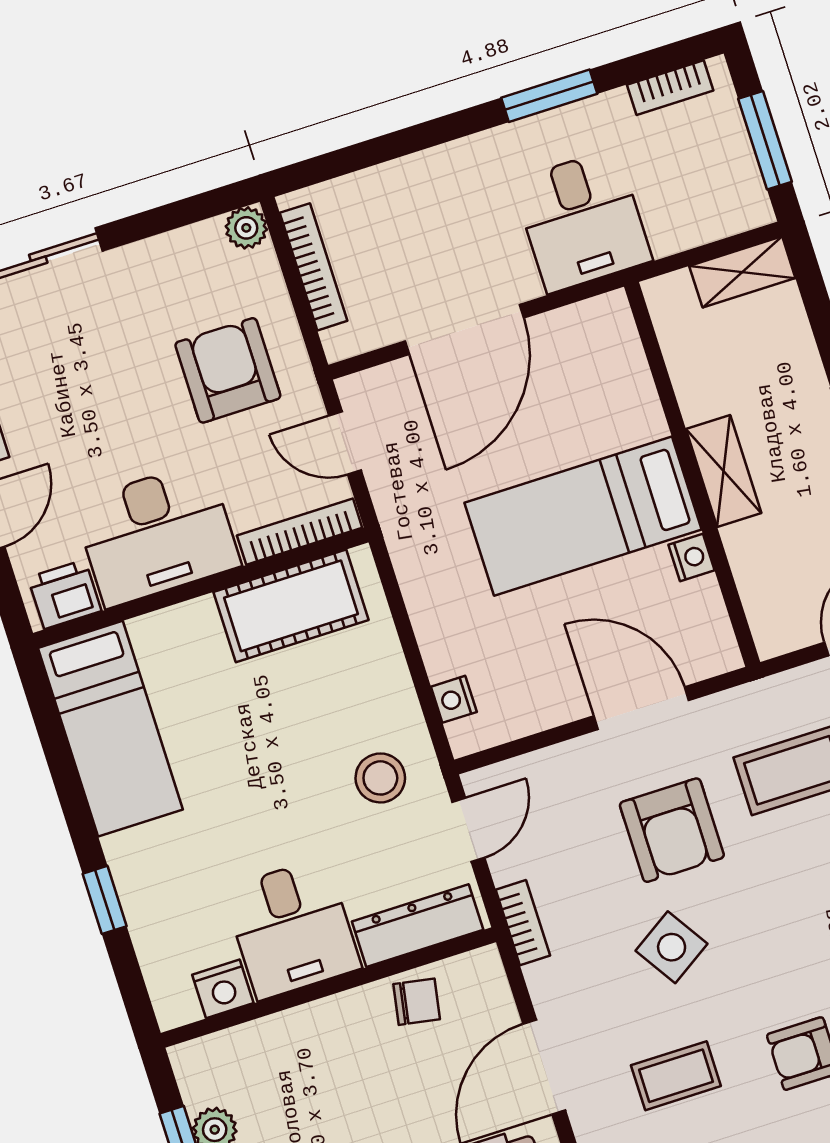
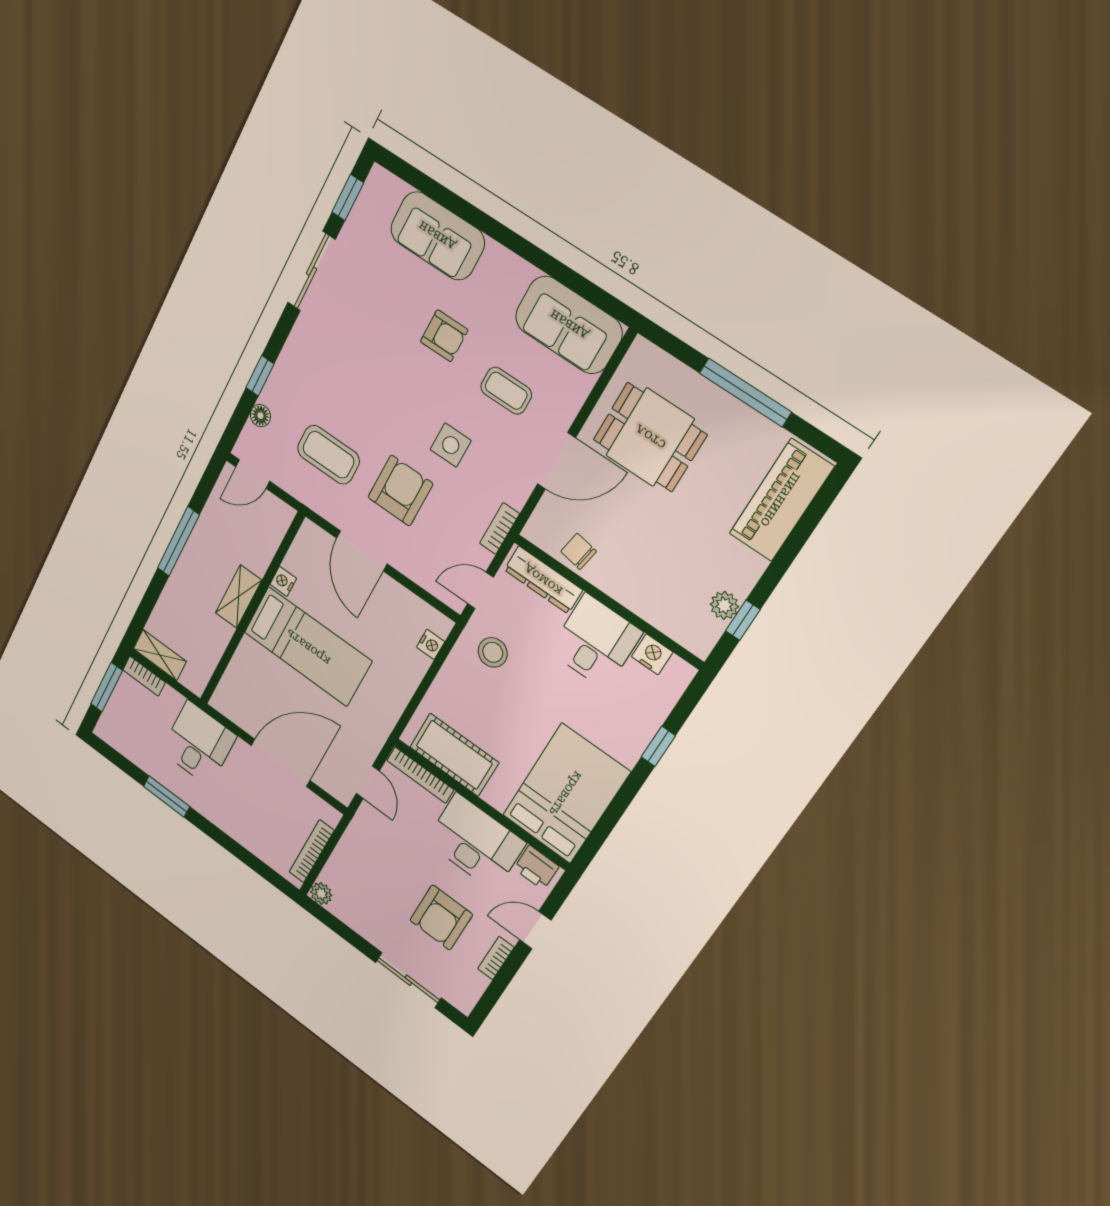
bookcase: (670, 88) -> (144, 676), moved, turned 180
armchair: (228, 370) -> (441, 917), moved
bed: (110, 729) -> (566, 794), width x1.50
side table: (672, 947) -> (451, 445), turned 33

